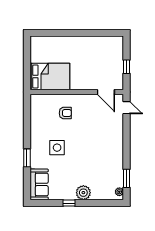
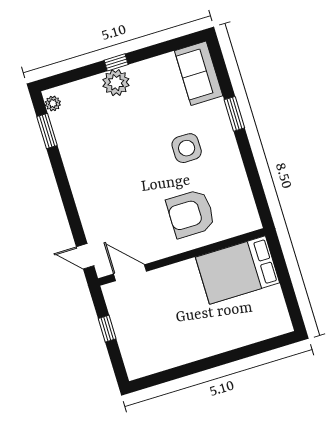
armchair: (65, 113) -> (191, 214), width x1.88, depth x1.88
window: (69, 203) -> (116, 62), moved

